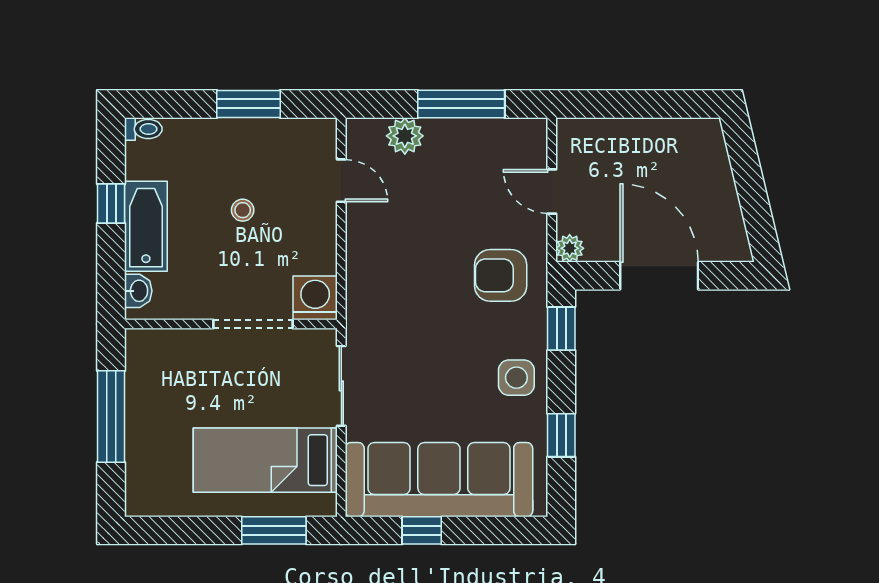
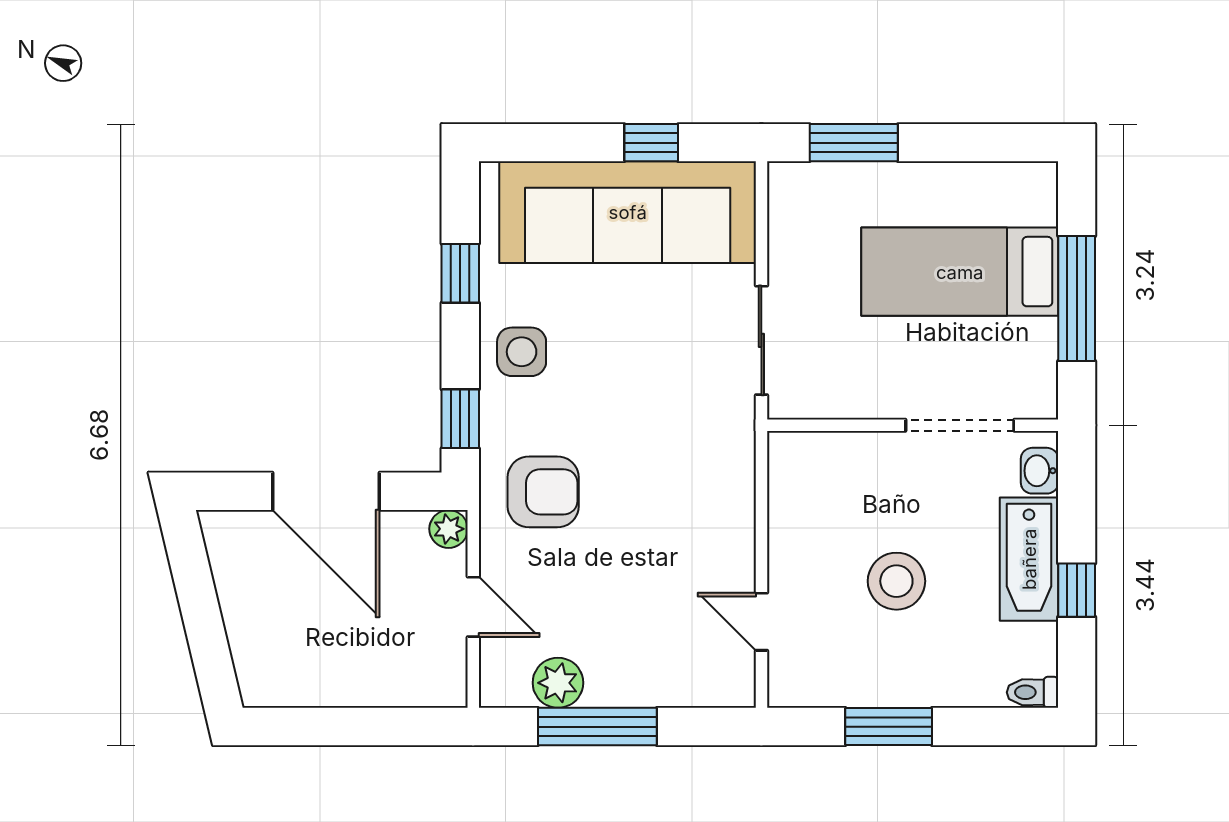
plant: (405, 136) -> (558, 683), moved
stool: (243, 210) -> (896, 581), width x1.89, depth x1.89
washing machine: (315, 298) -> (797, 461), removed
doorway: (253, 324) -> (960, 425), moved
bed: (265, 460) -> (960, 272), moved, turned 180

